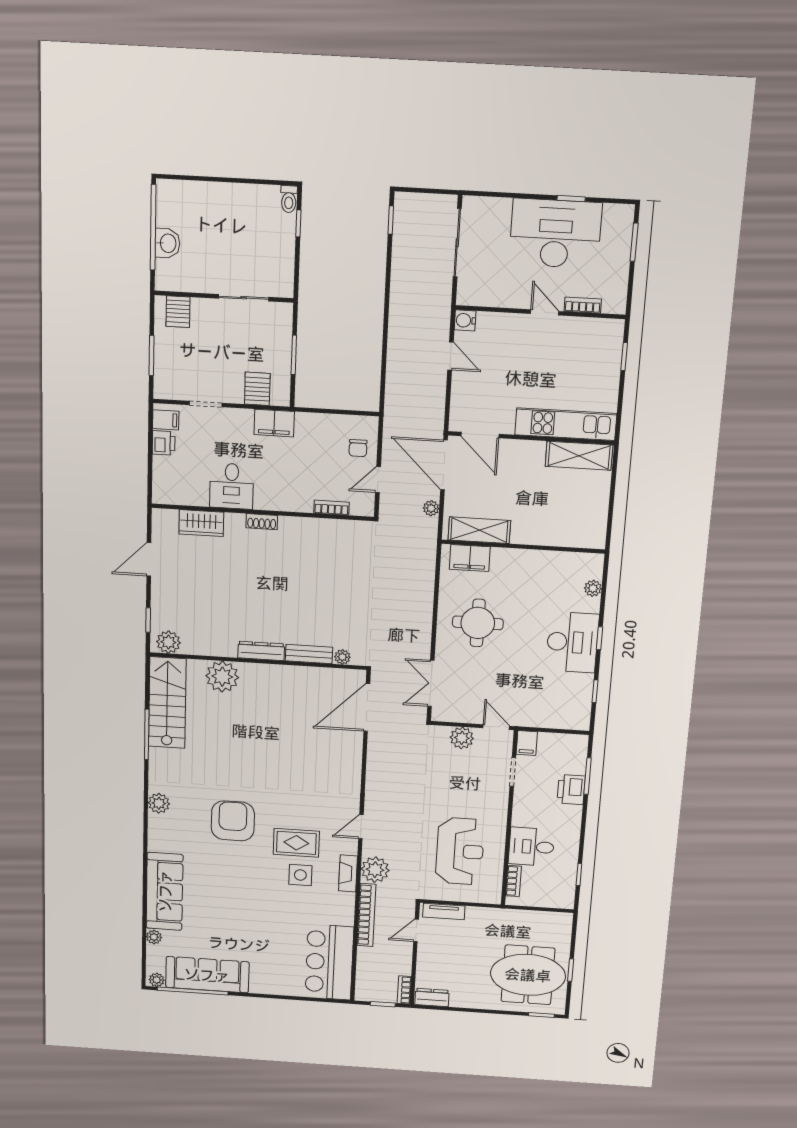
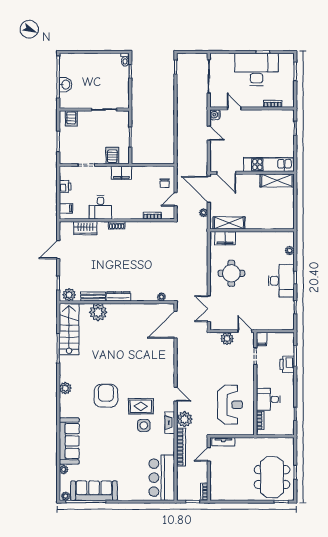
door: (545, 312) -> (234, 108), moved
filing cabinet: (166, 420) -> (66, 208), moved
bench: (309, 654) -> (93, 296), moved
door: (361, 827) -> (176, 394), swing flipped
meeting table: (528, 975) -> (272, 477), turned 90
dresser: (432, 997) -> (220, 495), removed

